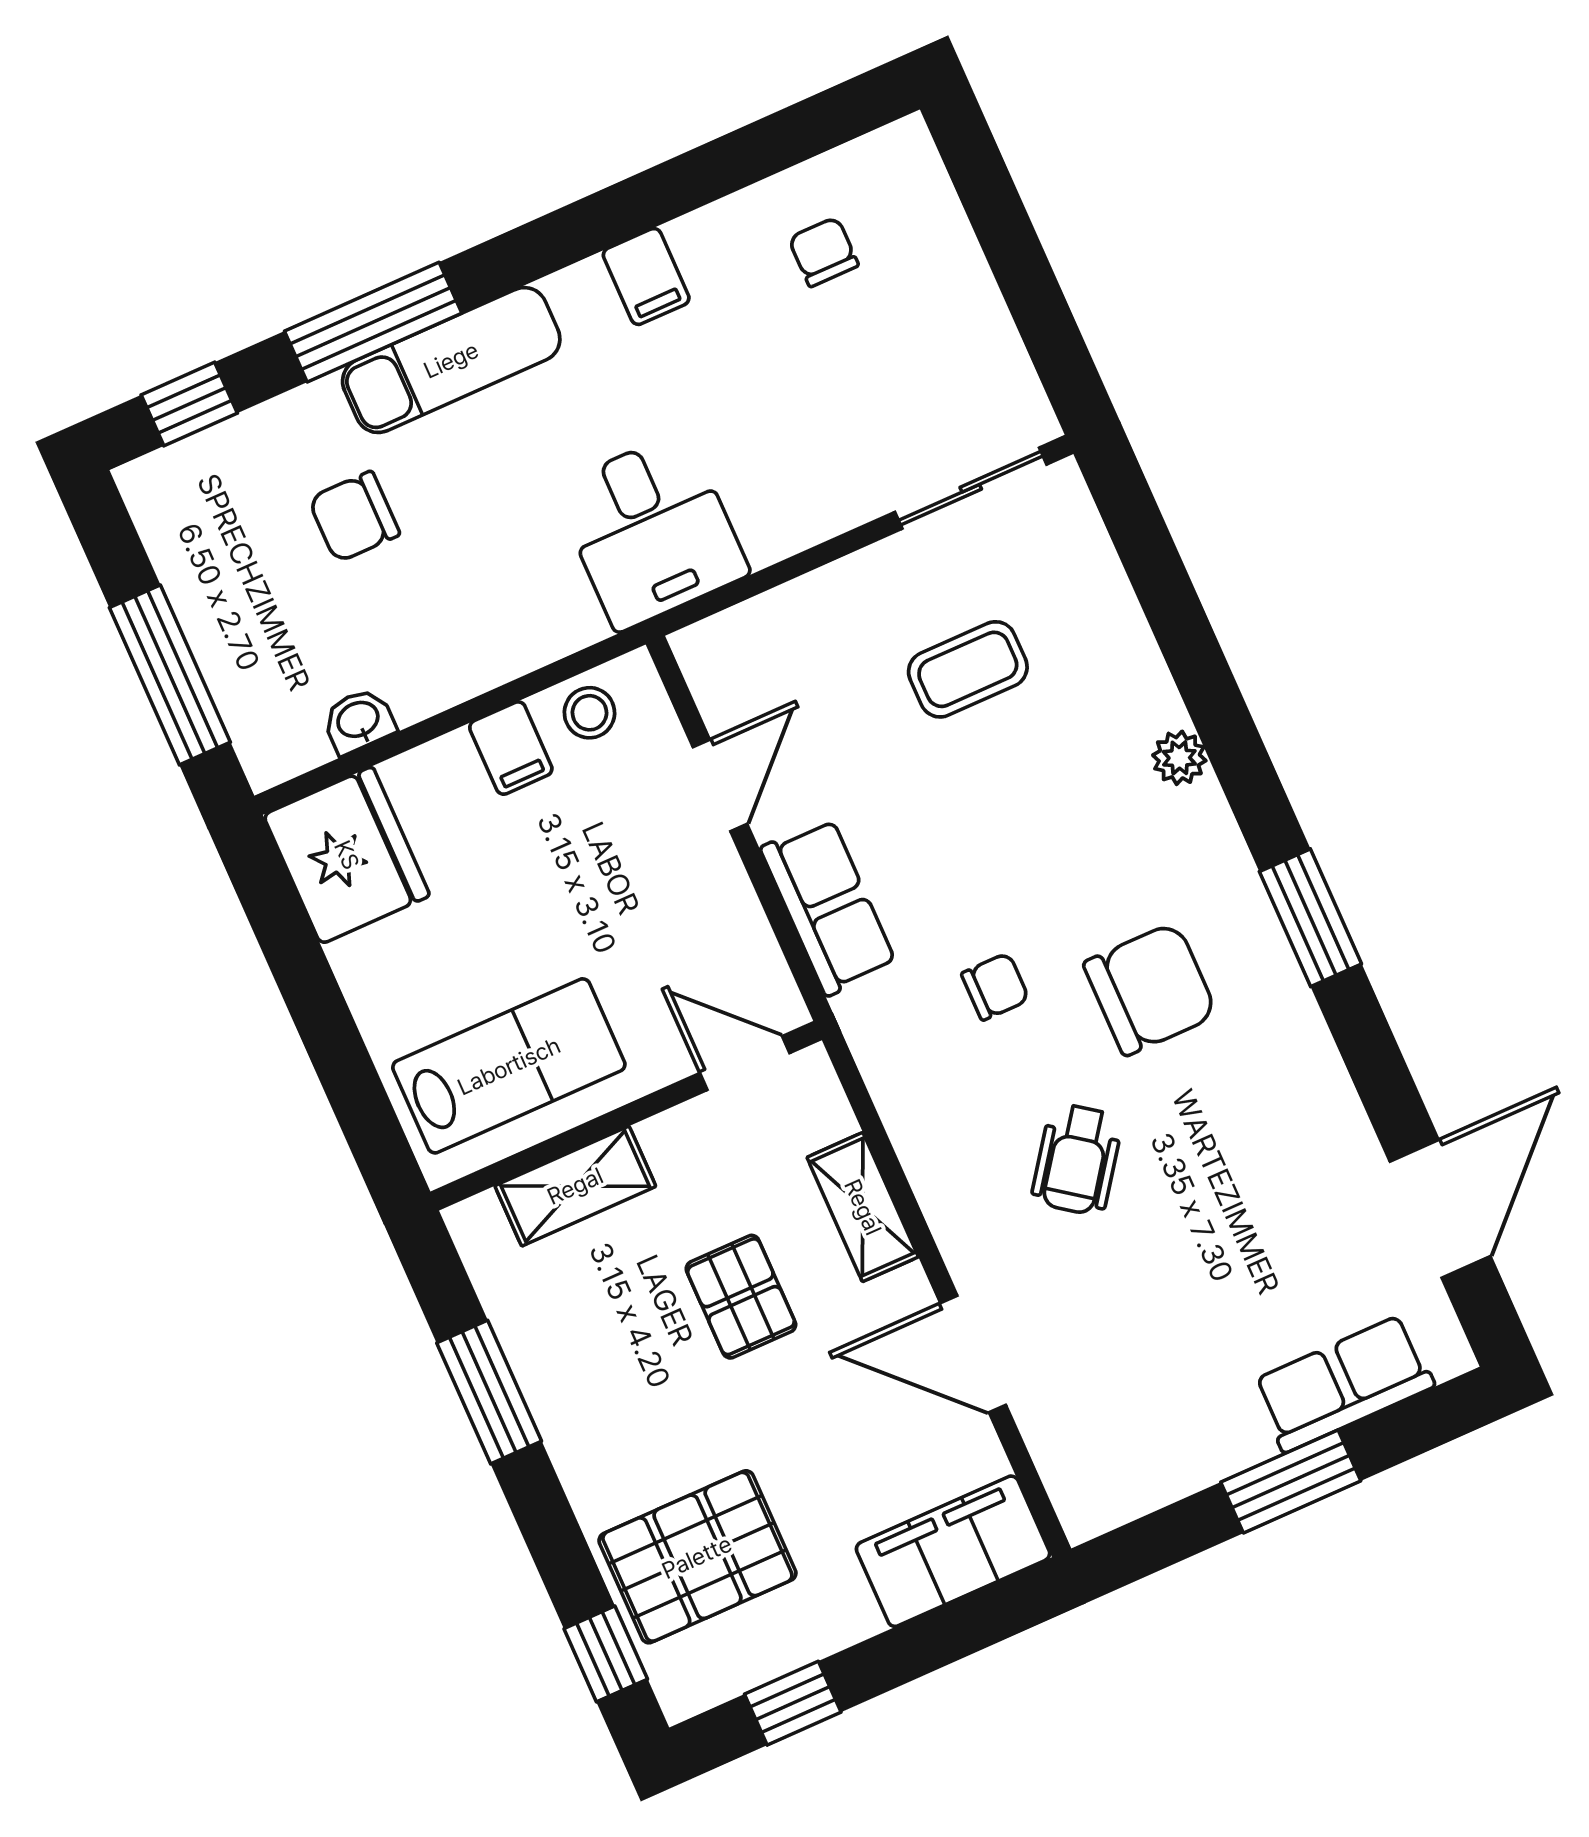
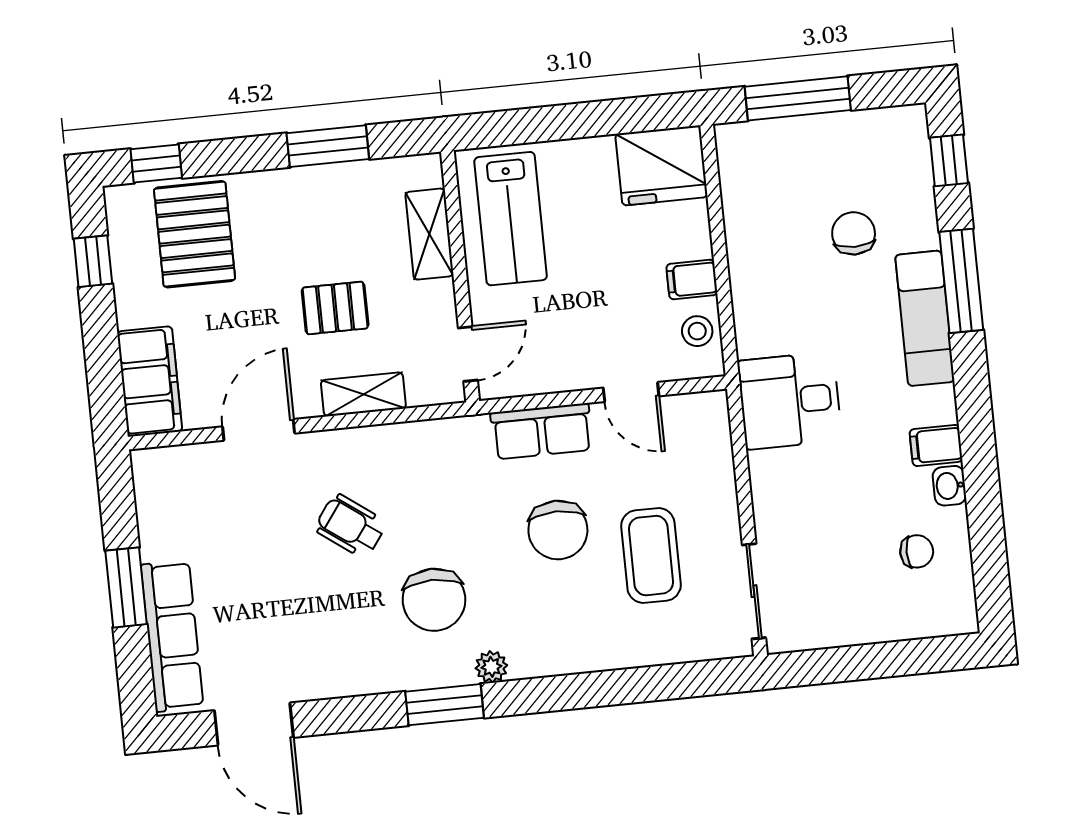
coffee table: (968, 669) -> (651, 556), width x1.36, depth x1.30
washbasin: (359, 721) -> (949, 486), moved, turned 180
plant: (1179, 758) -> (491, 667), moved
chair: (995, 987) -> (558, 530), moved, width x1.87, depth x1.87
row of seats: (1343, 1384) -> (172, 636), width x1.48

